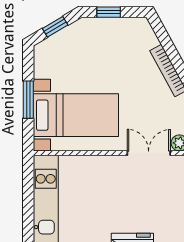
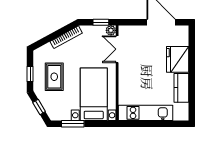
rug: (104, 51) -> (54, 77), added
window: (28, 100) -> (73, 124), moved

